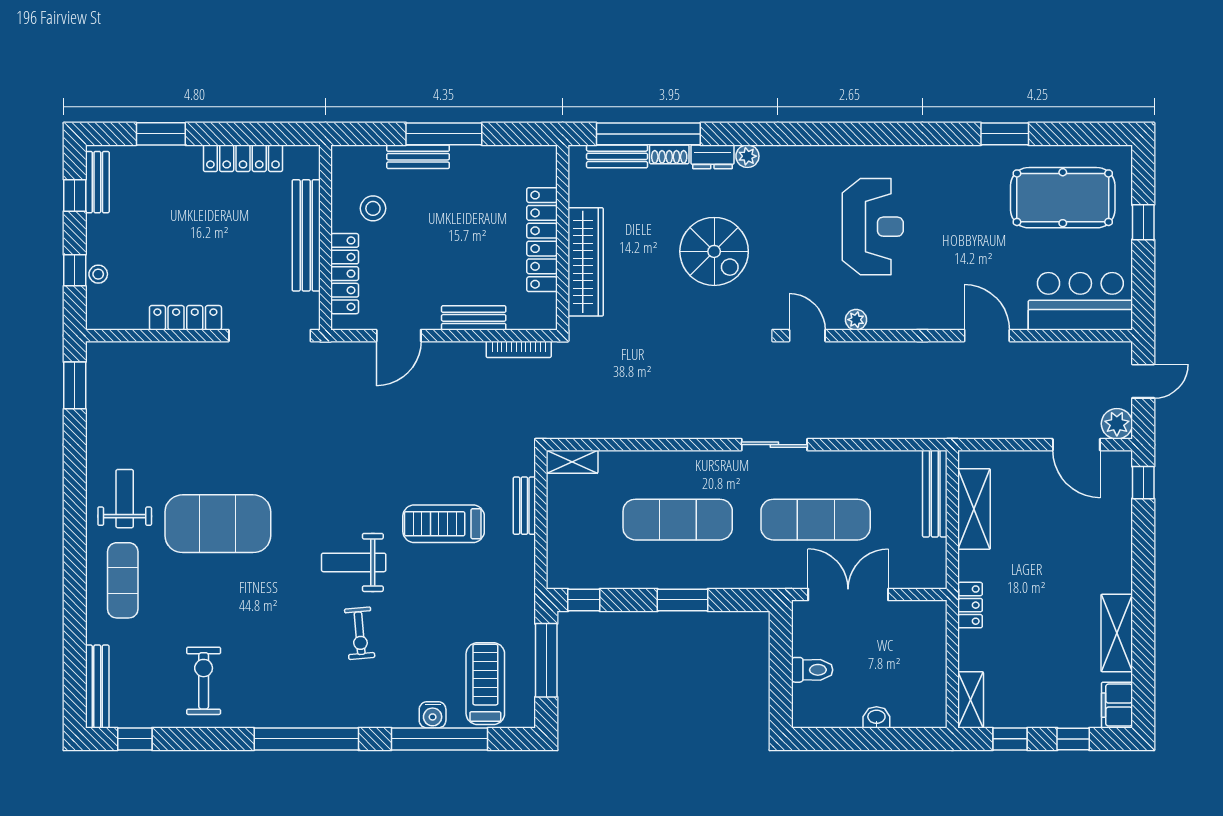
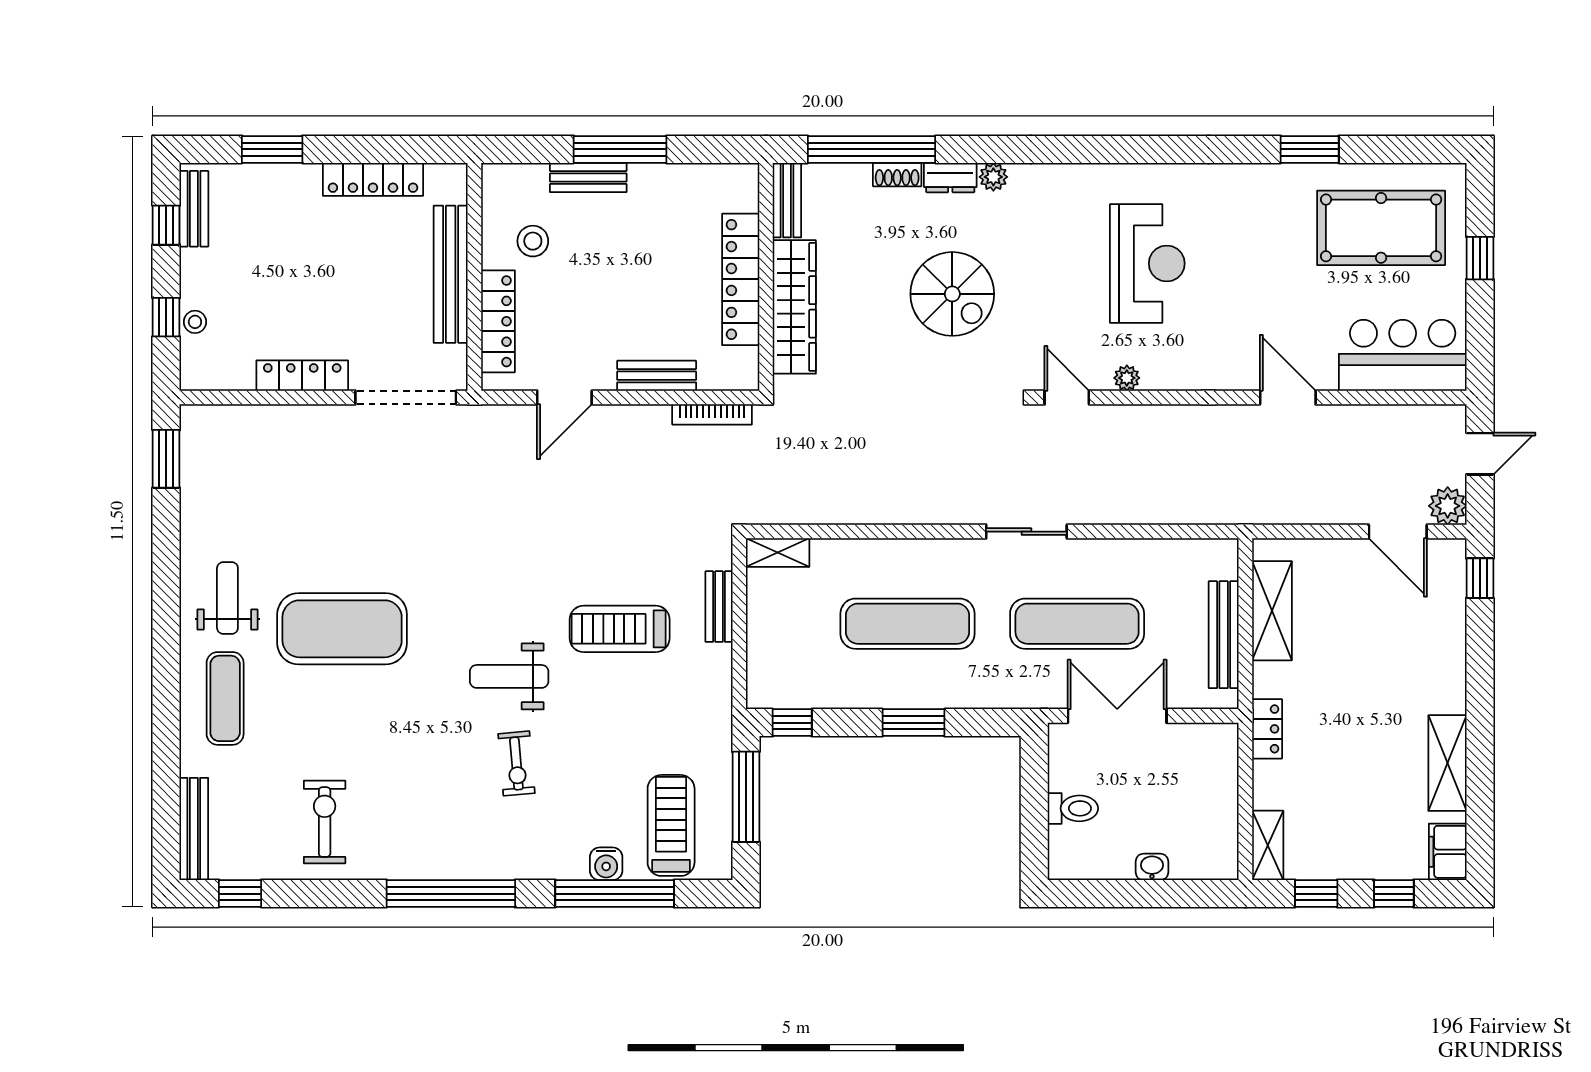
bench: (617, 156) -> (787, 200), moved, turned 90
bench: (935, 494) -> (1224, 635), moved

